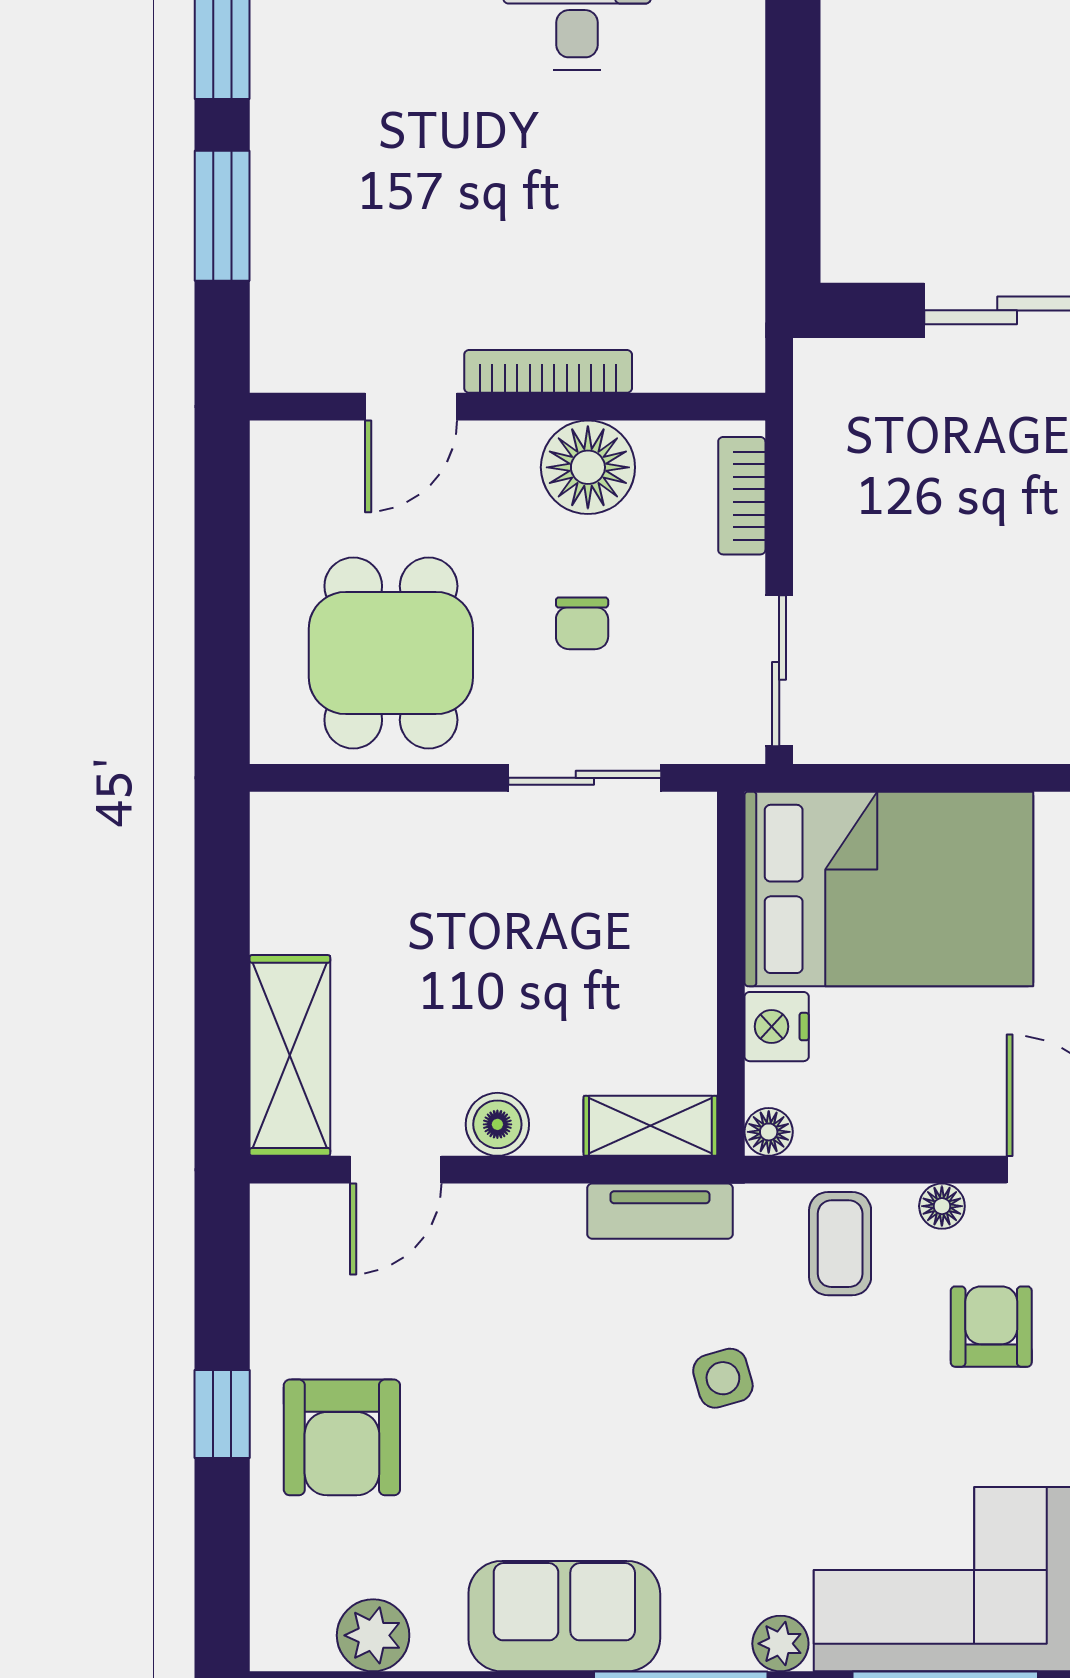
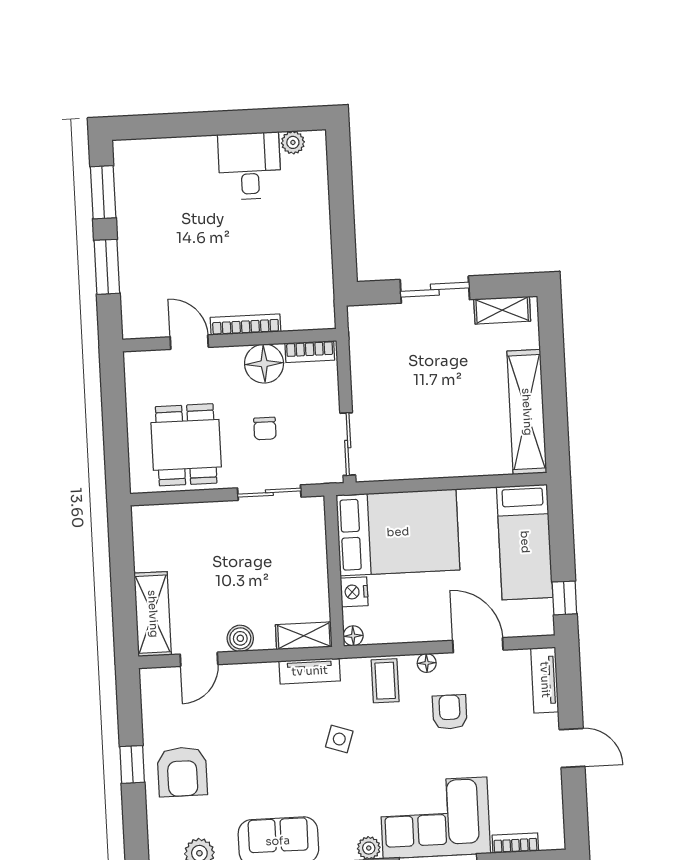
door: (411, 407) -> (189, 342), swing flipped
bookcase: (742, 496) -> (310, 351), moved, turned -90
side table: (723, 1378) -> (339, 739), turned 34

